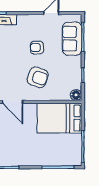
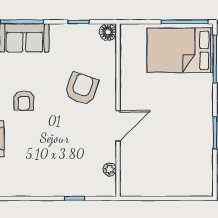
armchair: (37, 48) -> (24, 101), moved
bed: (59, 118) -> (180, 50), moved, turned 90

